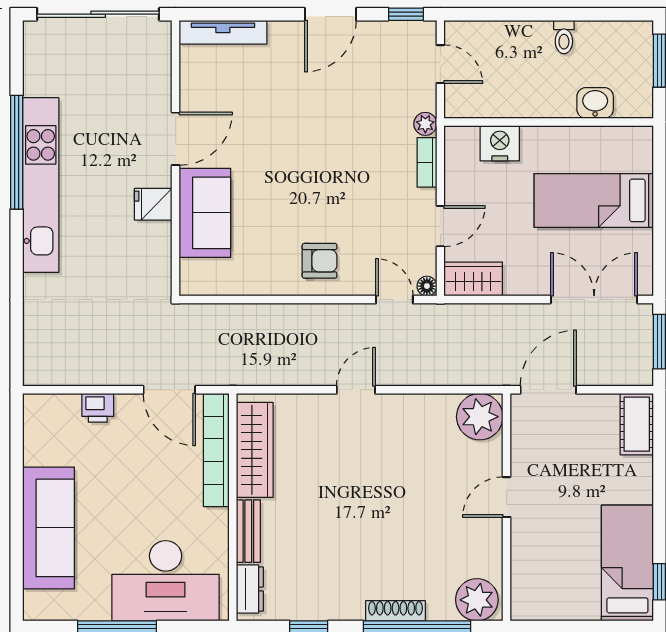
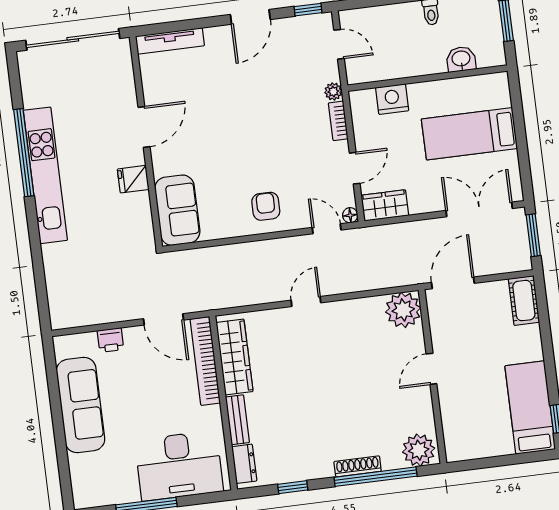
sofa: (205, 213) -> (177, 210), moved
armchair: (320, 261) -> (266, 206), turned -90
sofa: (49, 528) -> (80, 405), moved

